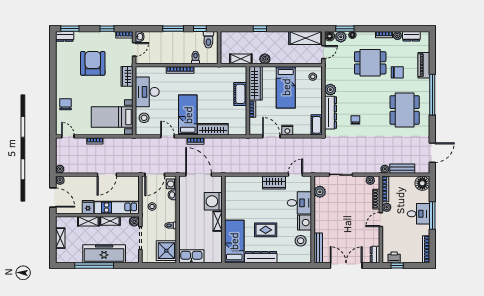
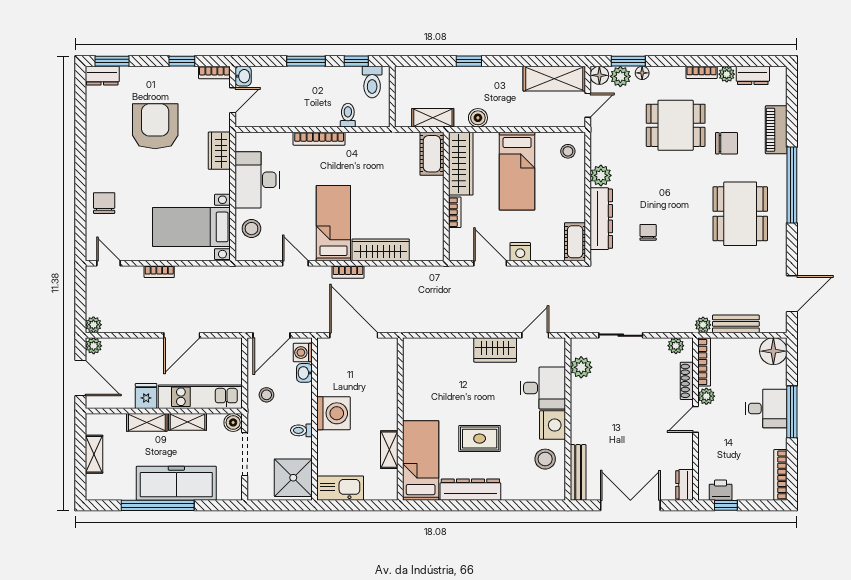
cot: (240, 94) -> (432, 154), moved
washing machine: (213, 201) -> (333, 413), moved, turned 180
shelving: (218, 221) -> (389, 450), moved

